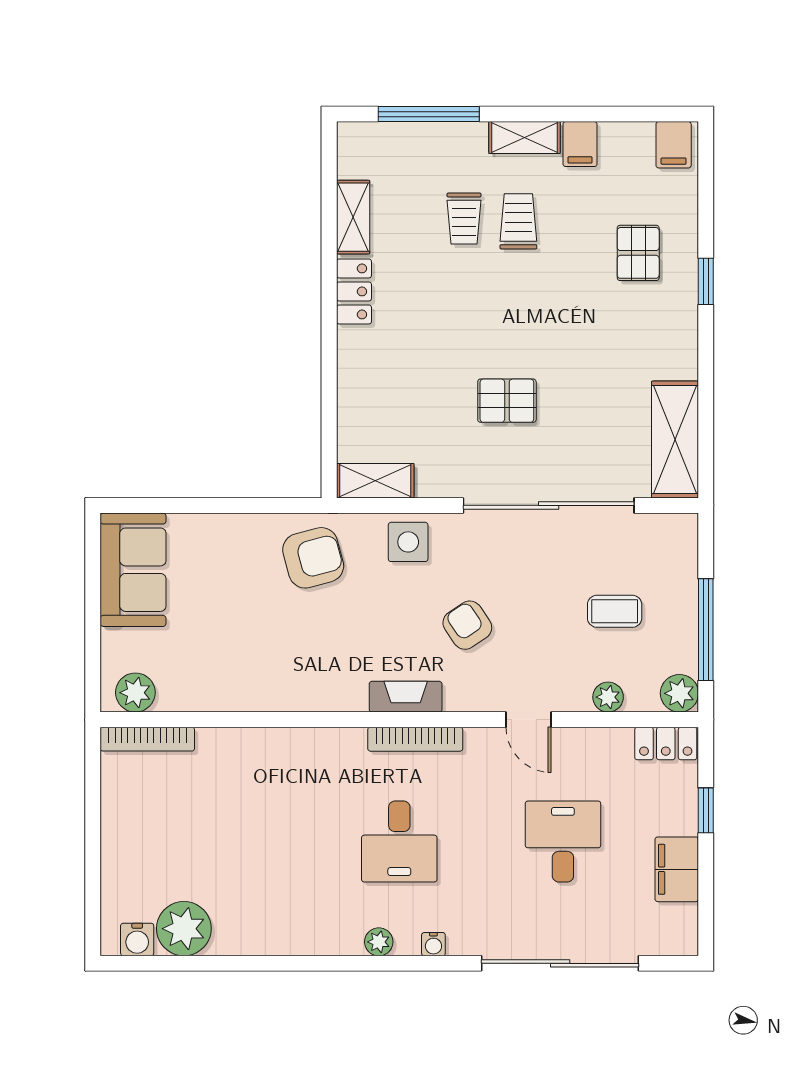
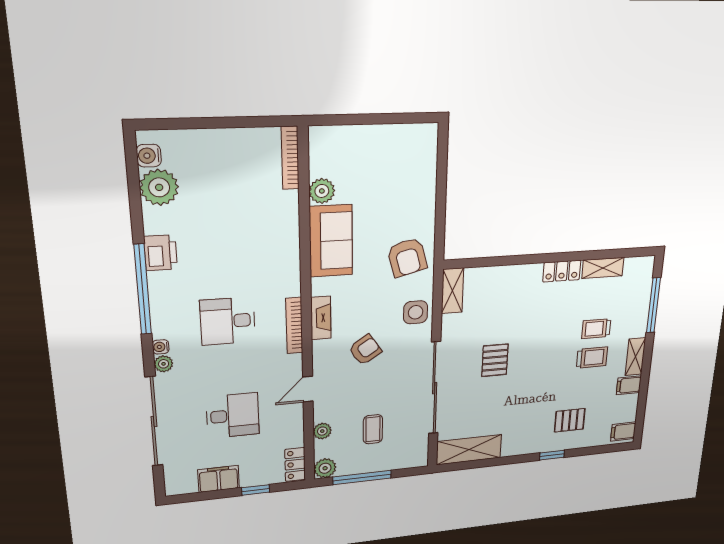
sofa: (133, 570) -> (331, 241), moved, turned -90
plant: (135, 693) -> (322, 191), moved
printer: (283, 934) -> (161, 253), added
plant: (379, 942) -> (164, 364), moved
window: (339, 963) -> (143, 290), added

